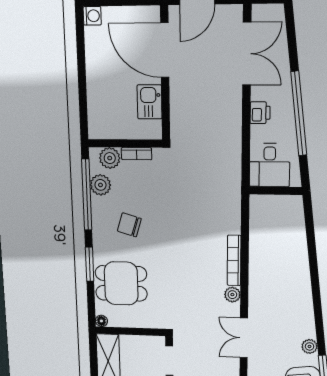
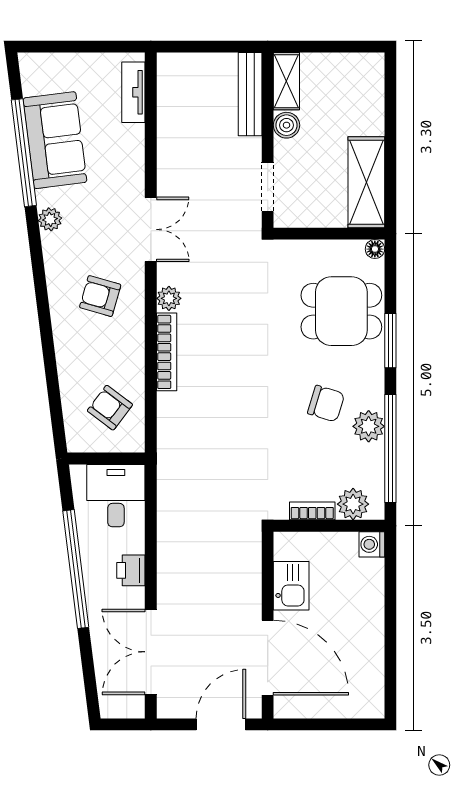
washing machine: (92, 16) -> (372, 544), moved
plant: (100, 185) -> (369, 426), moved
armchair: (273, 225) -> (110, 408), added
armchair: (278, 297) -> (100, 296), added

